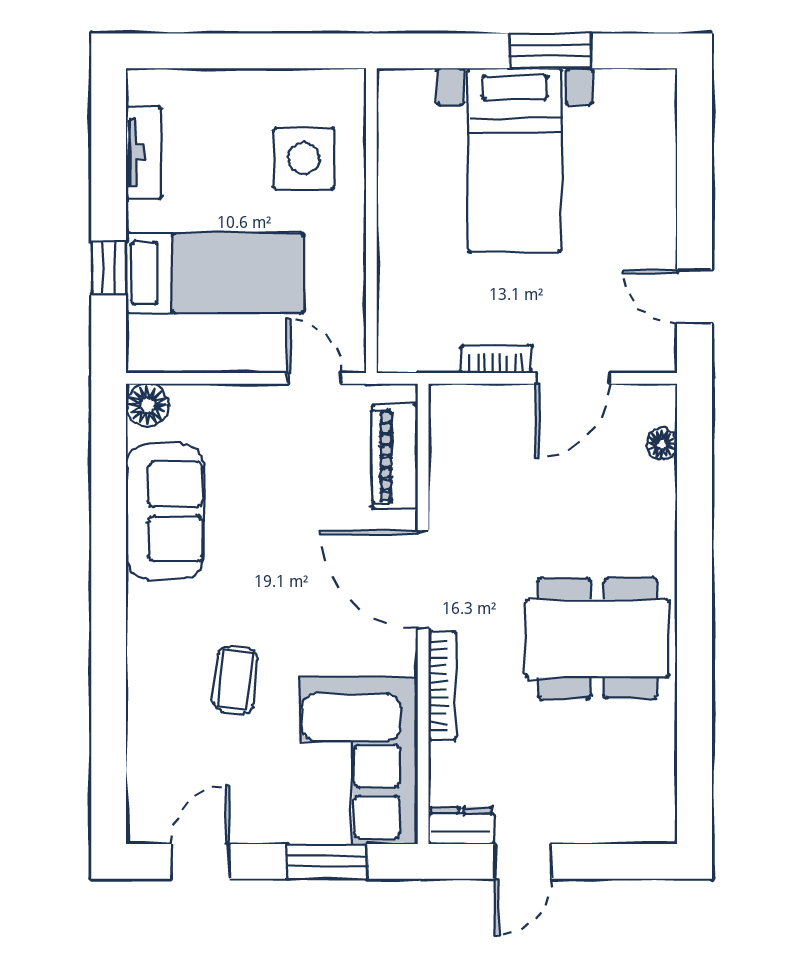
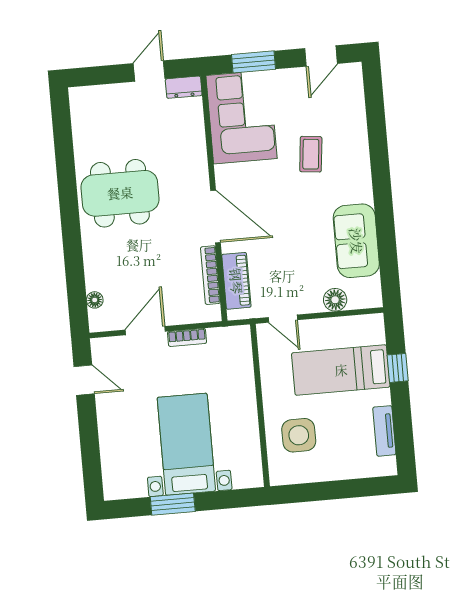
floor lamp: (147, 405) -> (335, 300), moved
bookcase: (442, 686) -> (210, 275), moved

